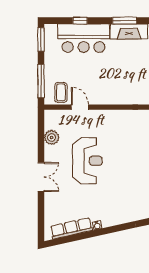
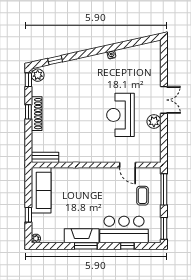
coffee table: (61, 92) -> (142, 196), moved
plant: (52, 137) -> (154, 121), moved
double door: (41, 177) -> (164, 100), swing flipped
row of seats: (71, 228) -> (135, 52), removed

